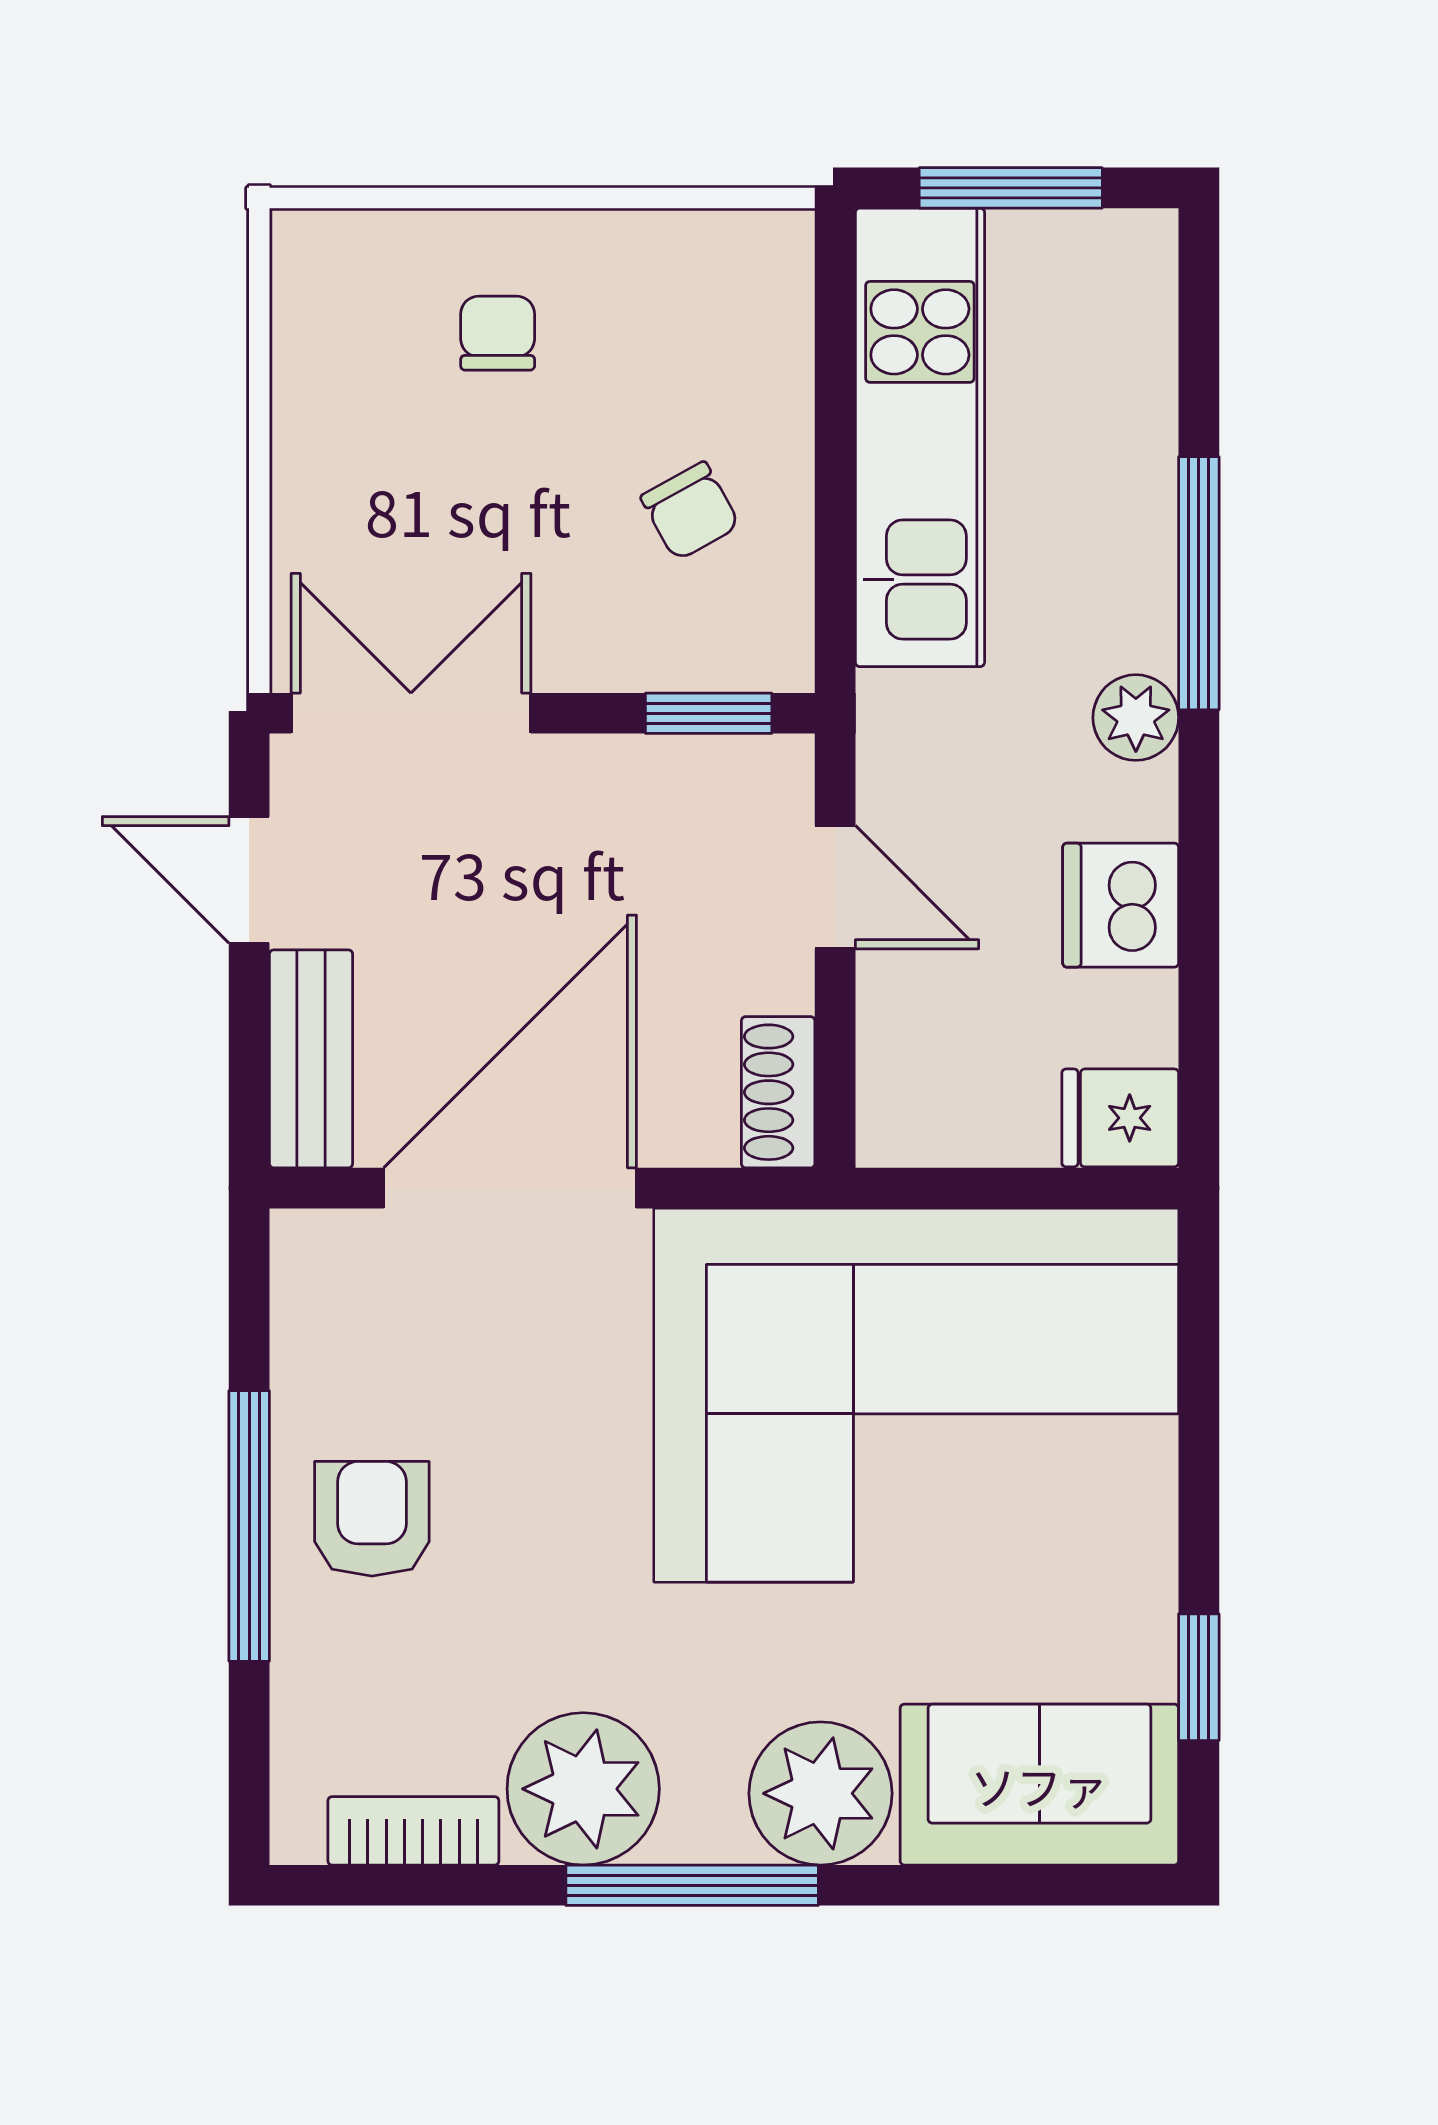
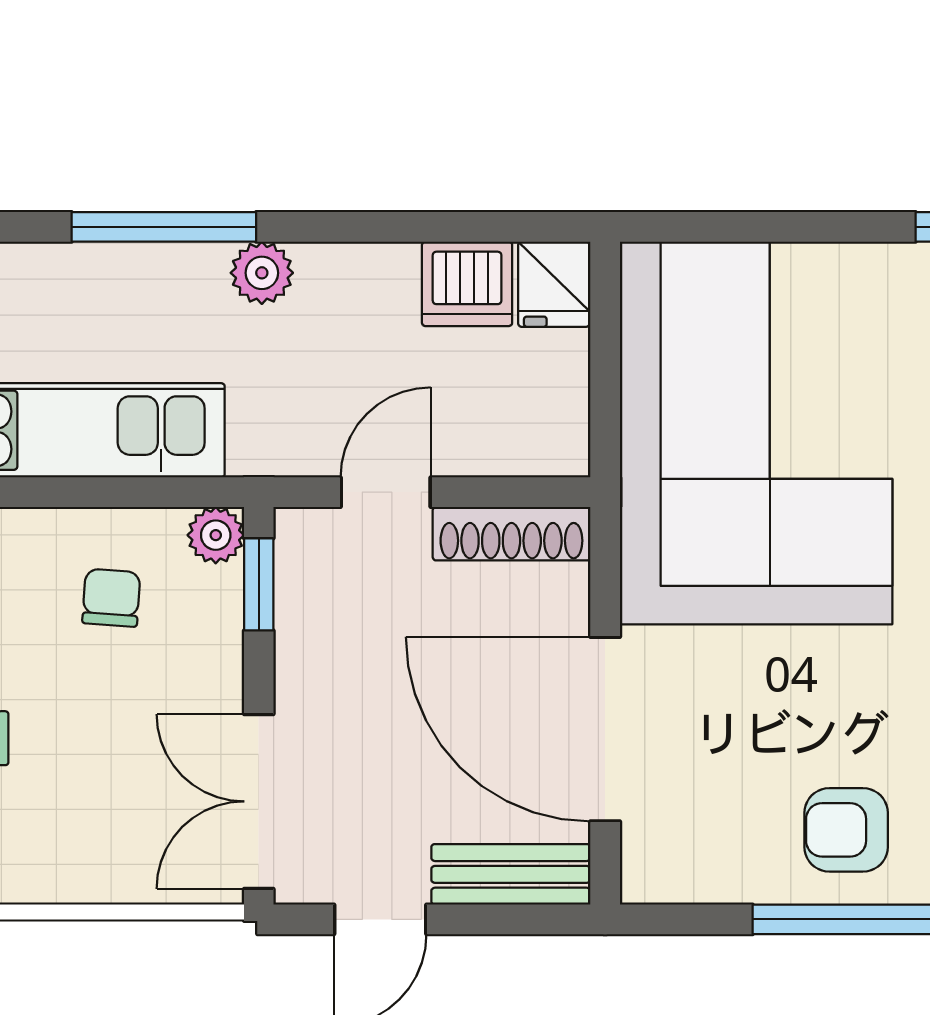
chair: (690, 511) -> (111, 598), turned -57
plant: (776, 654) -> (216, 535), added
dishwasher: (1121, 905) -> (467, 284), moved
shoe rack: (778, 1092) -> (511, 534), width x1.43

